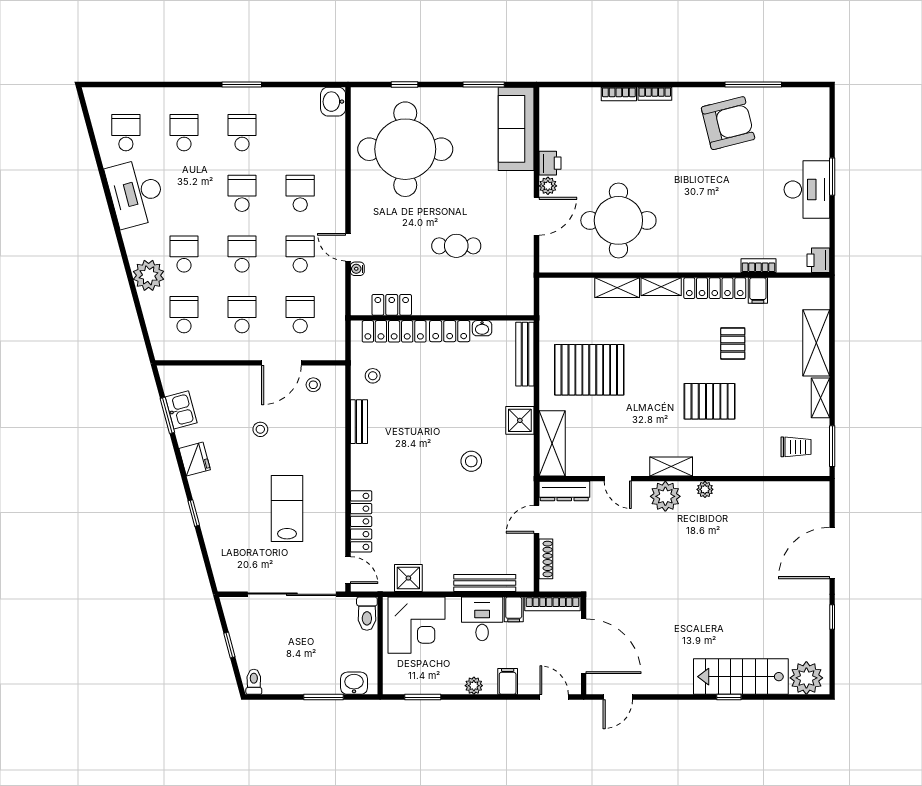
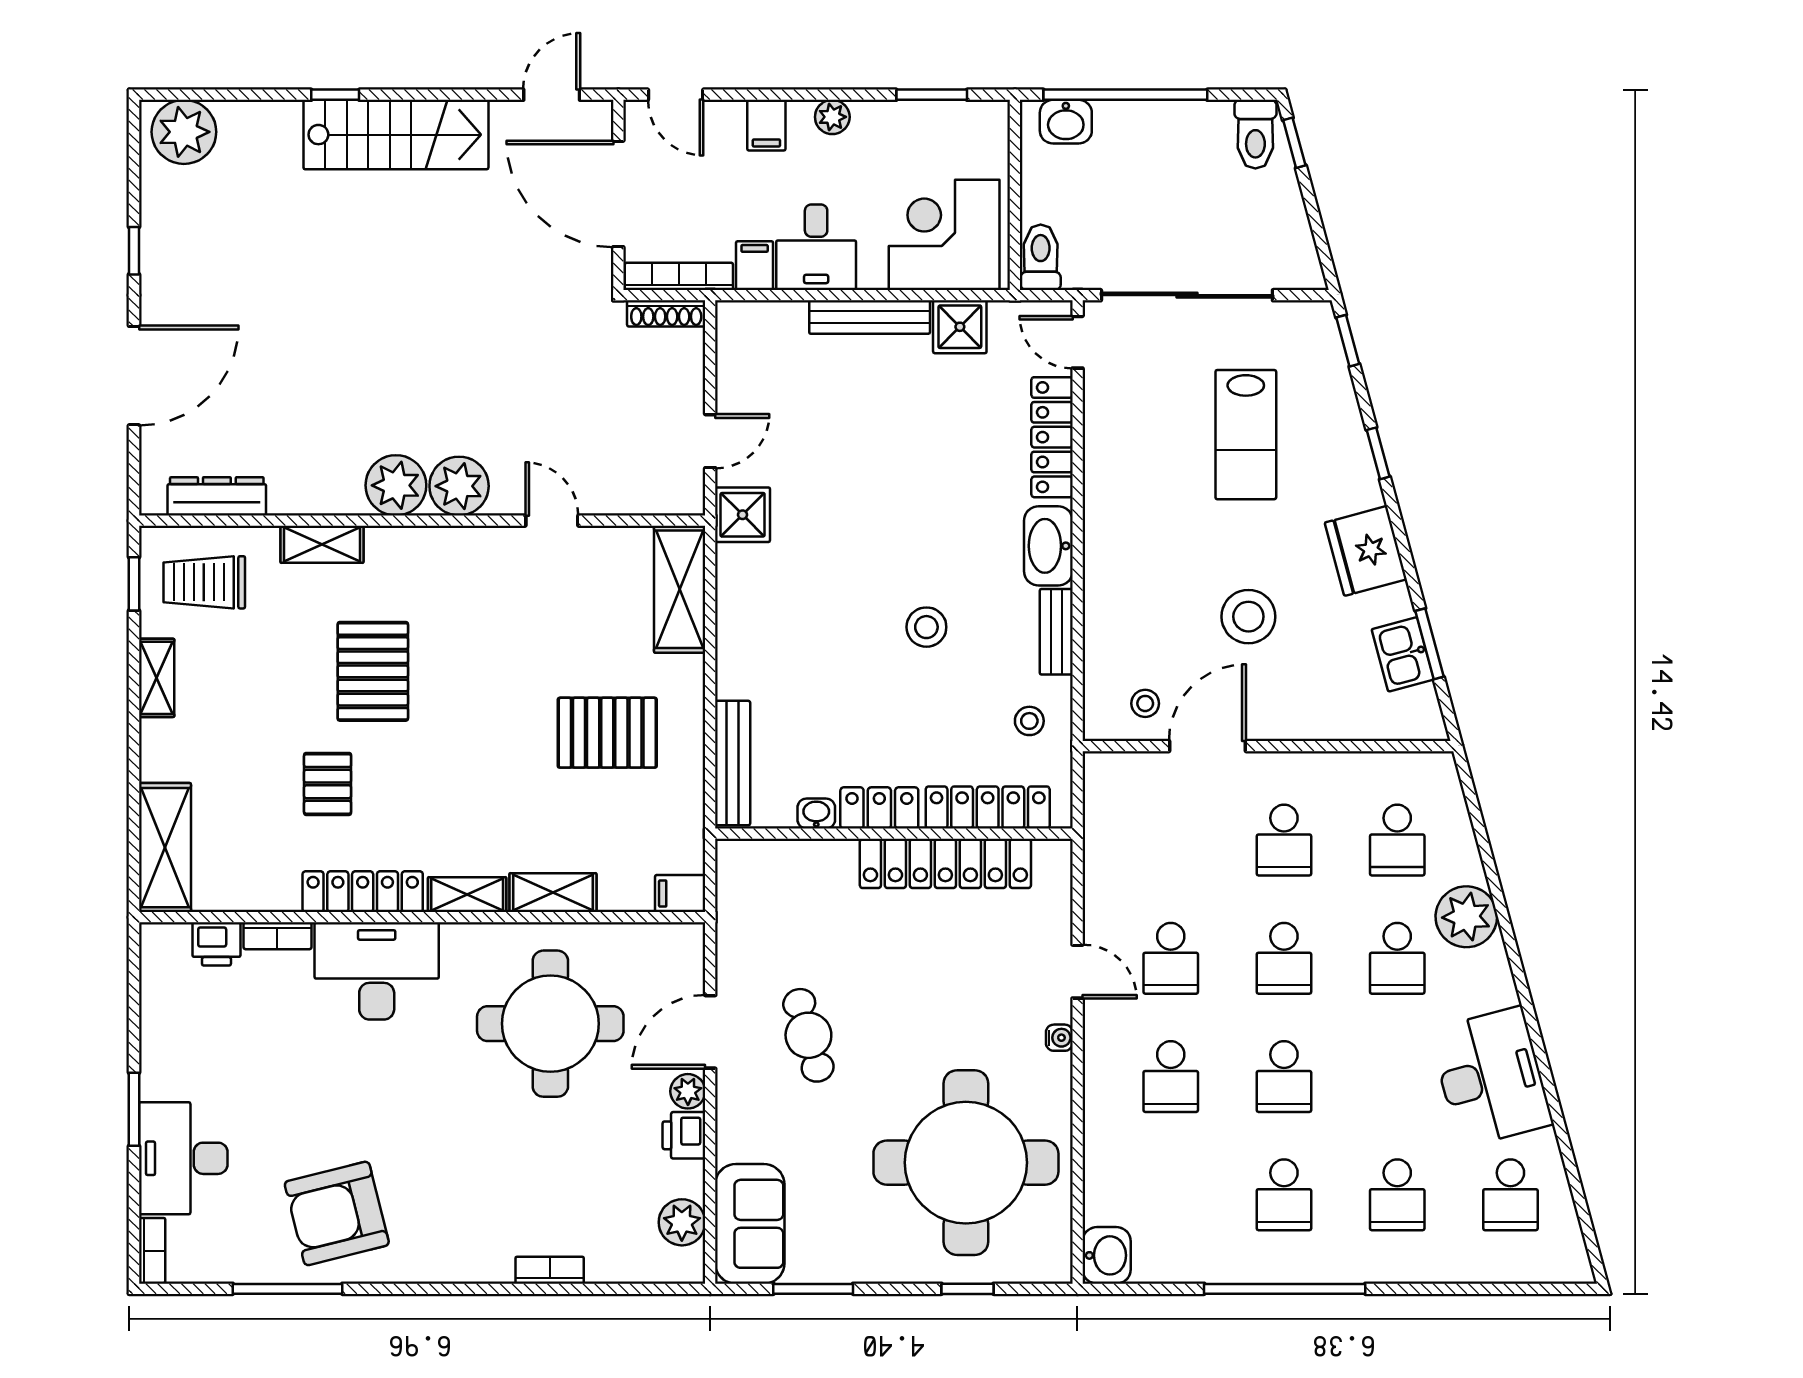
window: (242, 84) -> (1285, 1289), width x2.11
bookcase: (655, 94) -> (152, 1251), moved, turned 90
plant: (551, 119) -> (682, 1222), added
sofa: (516, 129) -> (750, 1224), width x0.73
desk: (807, 190) -> (183, 1158), moved
cafe table: (456, 246) -> (808, 1035), moved, turned 74
desk: (708, 248) -> (377, 971), added
printer: (818, 260) -> (216, 944), moved, turned 90
water cooler: (357, 269) -> (1059, 1038), moved
filing cabinet: (758, 290) -> (680, 893), moved, turned -90
locker: (392, 305) -> (945, 863), width x2.16, depth x1.21
school desk: (300, 315) -> (1171, 840), removed
shelving: (816, 343) -> (165, 848), moved
pallet: (589, 370) -> (607, 733), width x0.73, depth x0.71
pallet: (710, 401) -> (373, 671), turned 90
shower: (520, 420) -> (743, 515), moved
stool: (260, 429) -> (1248, 617), width x1.89, depth x1.89
window: (832, 446) -> (134, 584), width x0.67
trolley: (796, 447) -> (204, 582), width x1.36, depth x1.39
fridge: (195, 459) -> (1366, 551), width x1.36, depth x1.34
stool: (471, 461) -> (926, 627), moved
washbasin: (363, 466) -> (1048, 546), added
shelving: (671, 466) -> (322, 544), moved
plant: (705, 489) -> (396, 485), width x1.87, depth x1.87
dresser: (564, 491) -> (217, 496), moved
lab bench: (287, 508) -> (1246, 435), moved
shoe rack: (546, 559) -> (666, 313), moved, turned -90
window: (209, 571) -> (1348, 341), added
bench: (485, 583) -> (870, 317), moved
window: (229, 645) -> (1294, 143), moved
stairs: (741, 677) -> (396, 135), moved
toilet: (254, 682) -> (1255, 134), width x1.37, depth x1.39
window: (323, 697) -> (1125, 95), width x2.11

